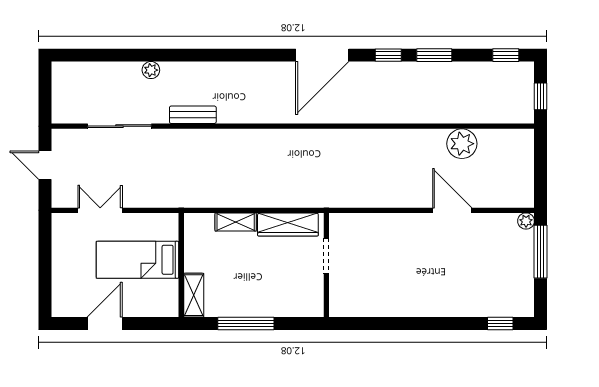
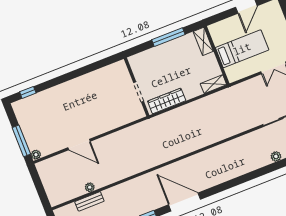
door: (322, 55) -> (185, 202), hinge flipped
bench: (193, 115) -> (89, 201), moved
plant: (462, 144) -> (90, 187), width x0.53, depth x0.53
shelving: (236, 222) -> (213, 84), moved

